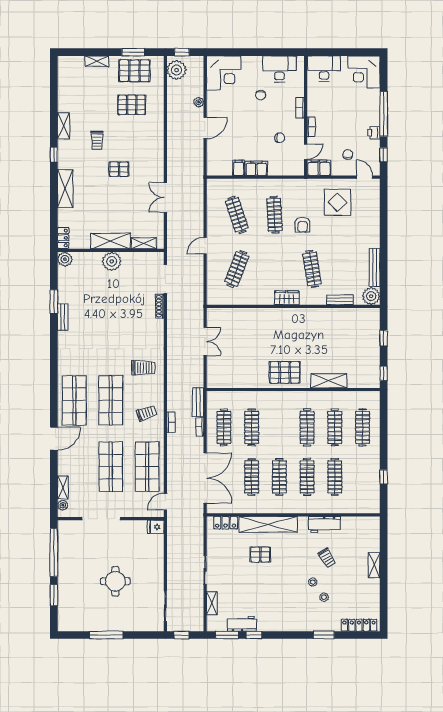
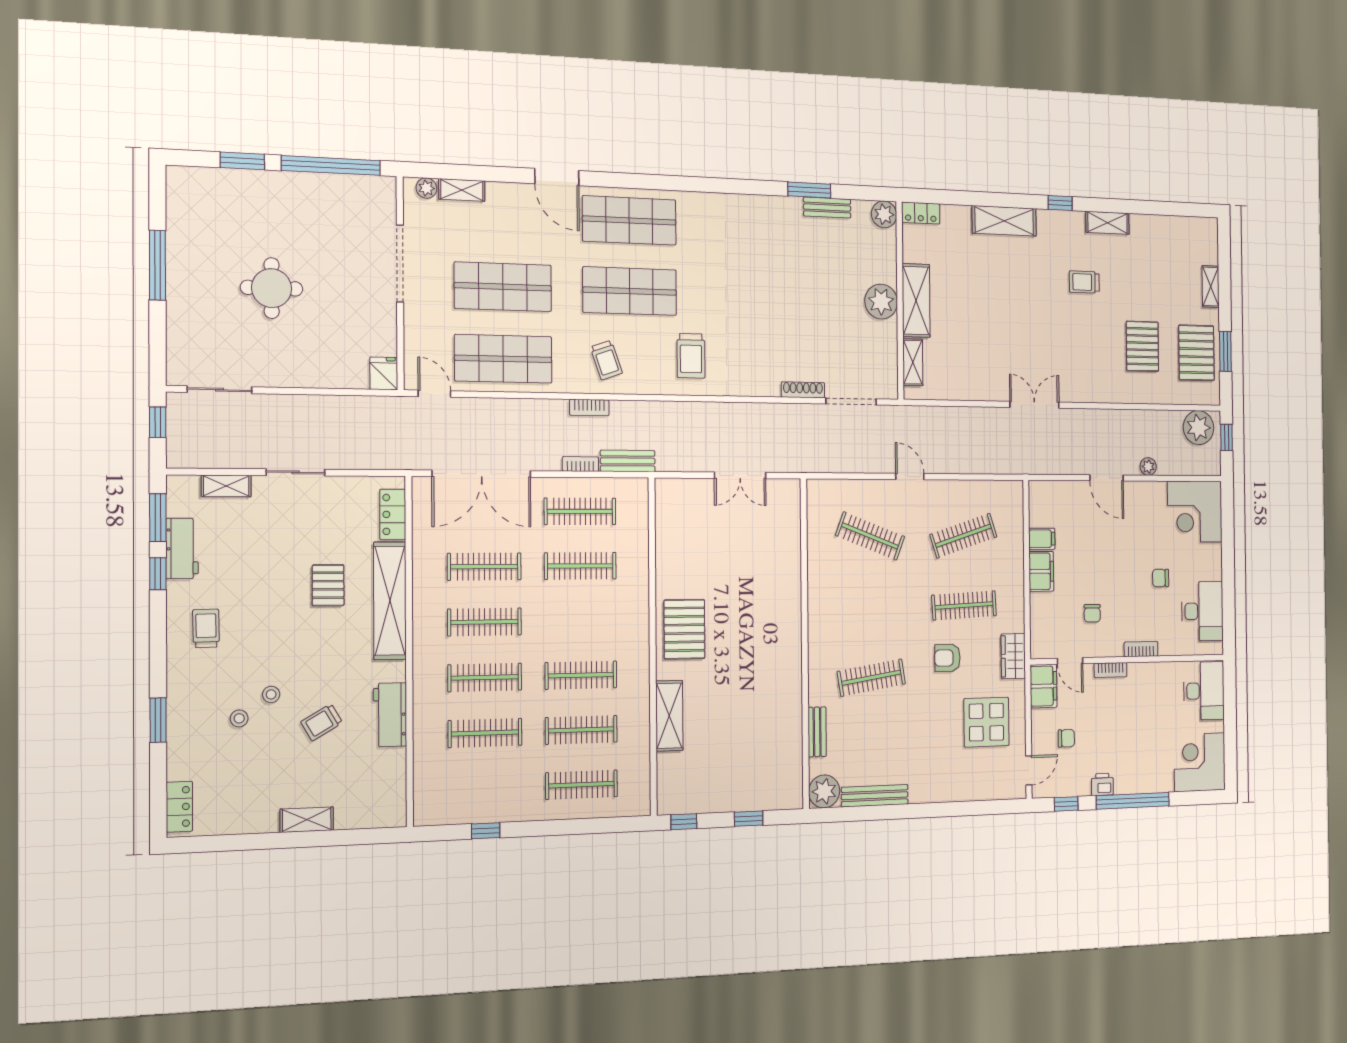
pallet: (119, 169) -> (1038, 320), removed
double door: (165, 197) -> (1034, 405), moved
wardrobe: (287, 298) -> (1013, 656), moved, turned 180
bench: (63, 317) -> (827, 208), moved
trolley: (280, 613) -> (206, 628), added
locker: (359, 625) -> (179, 807), width x0.66

